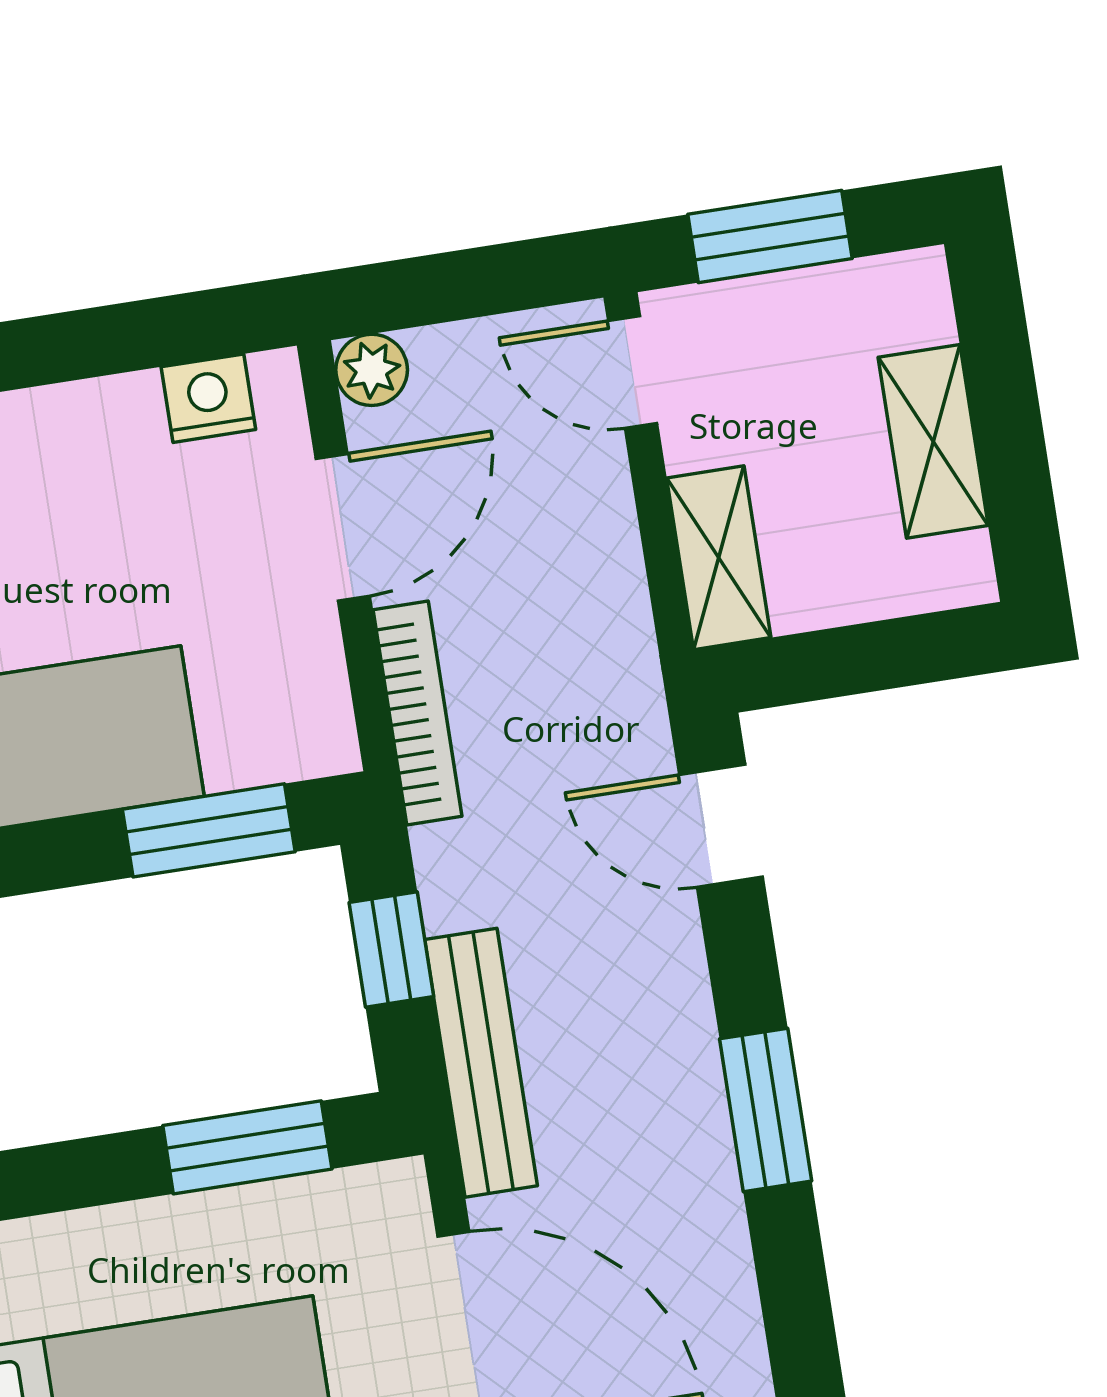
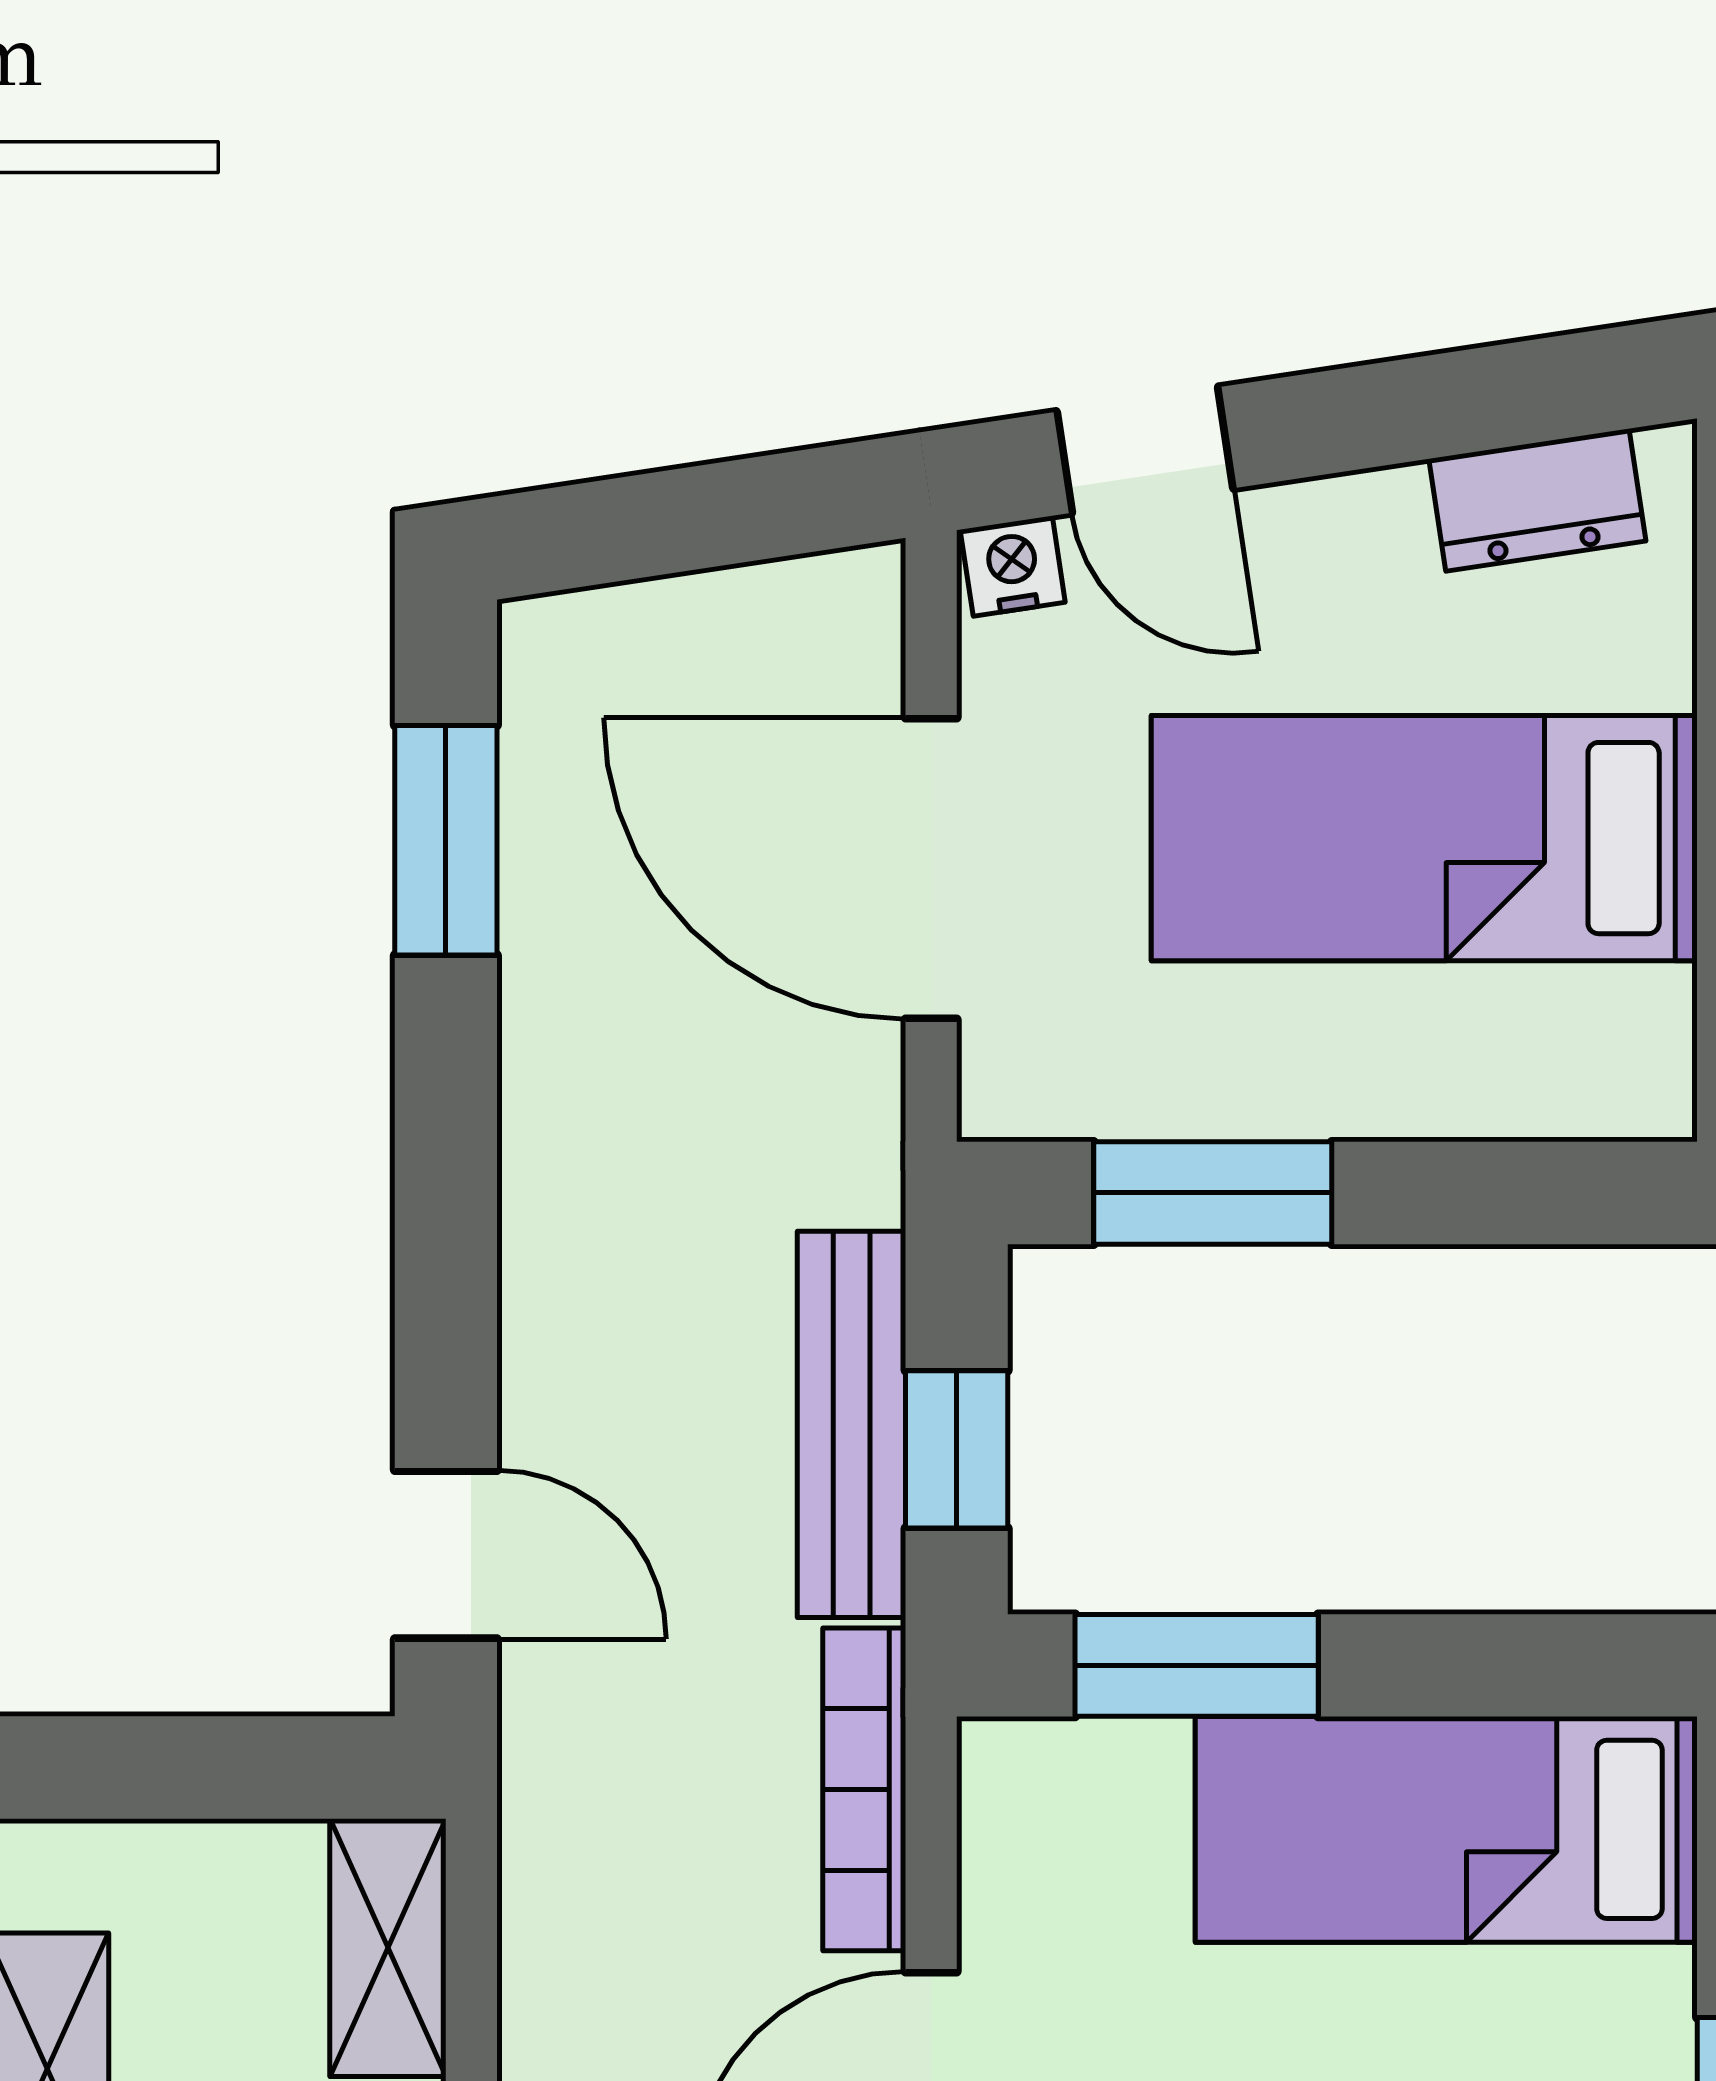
bench: (481, 1063) -> (851, 1424), moved
window: (766, 1110) -> (446, 840), moved

